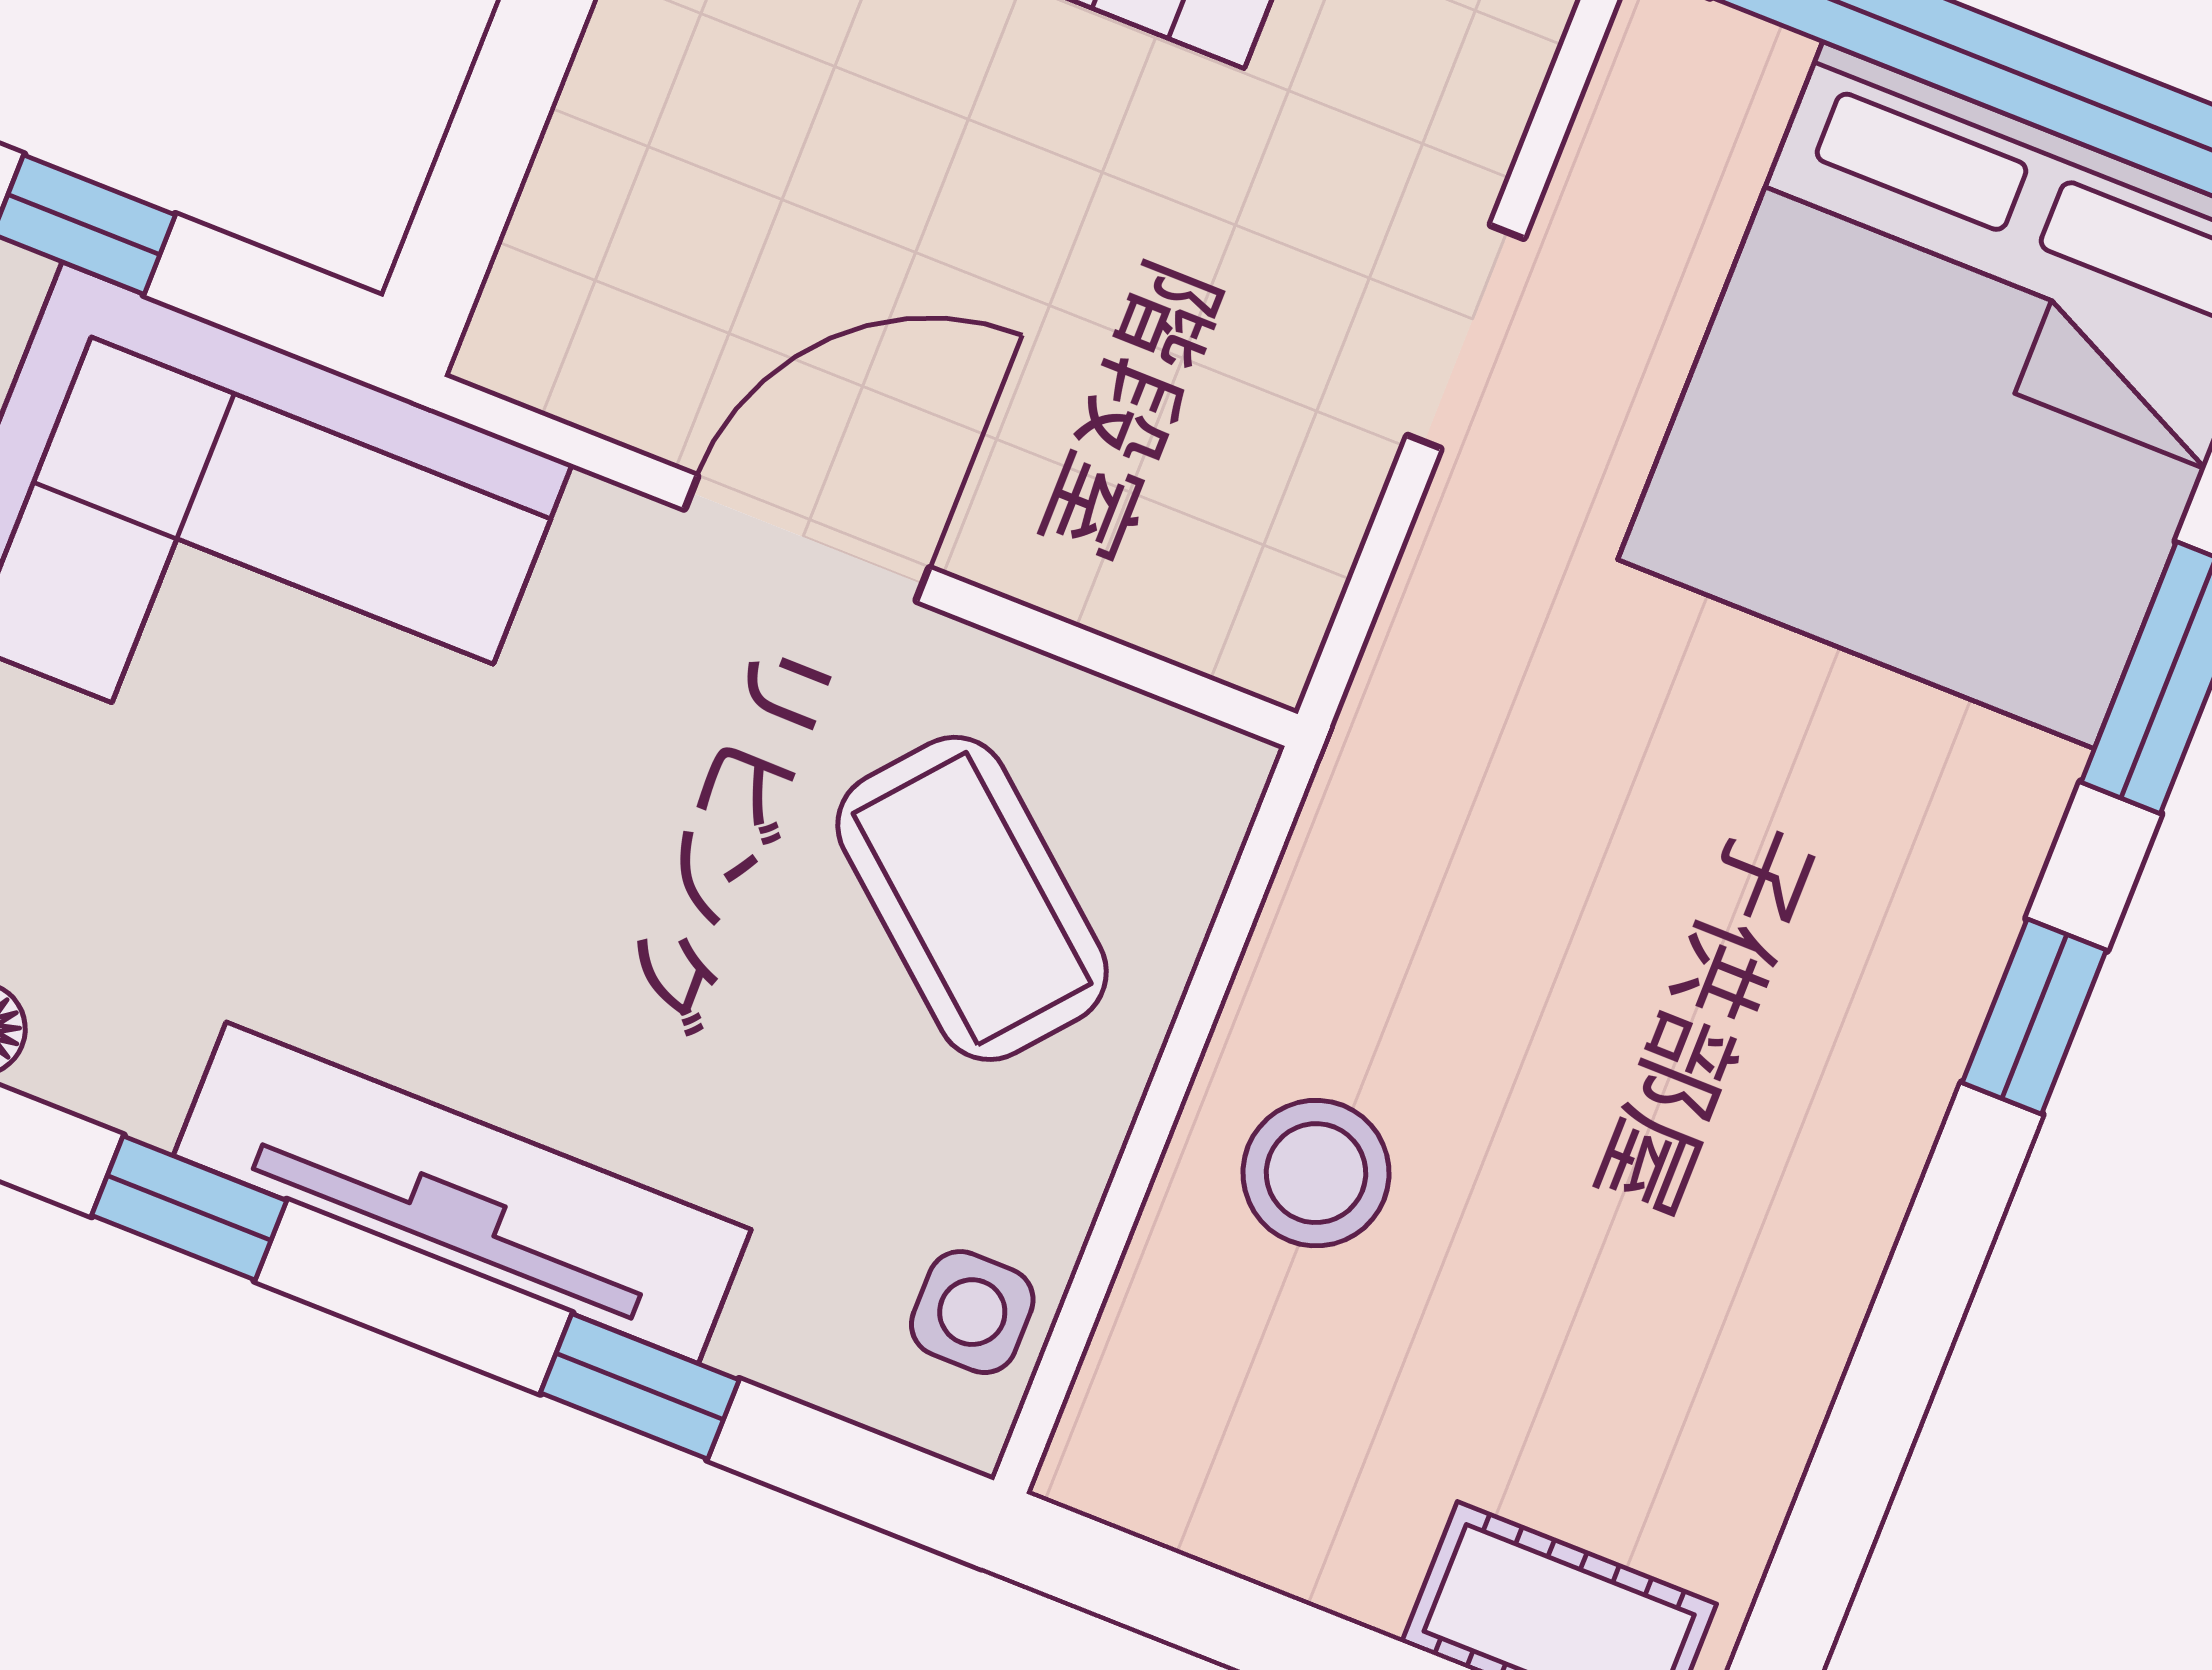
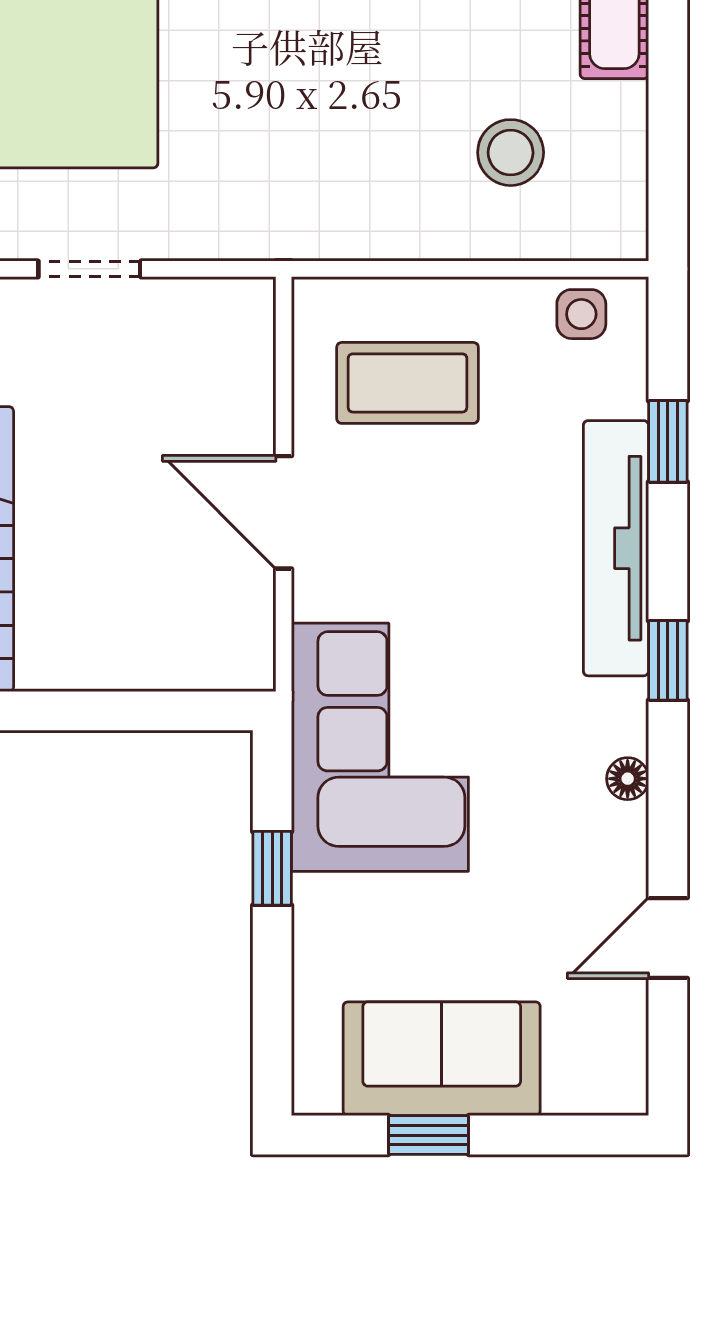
coffee table: (972, 898) -> (408, 383), turned 50
stool: (1316, 1173) -> (511, 153), moved

